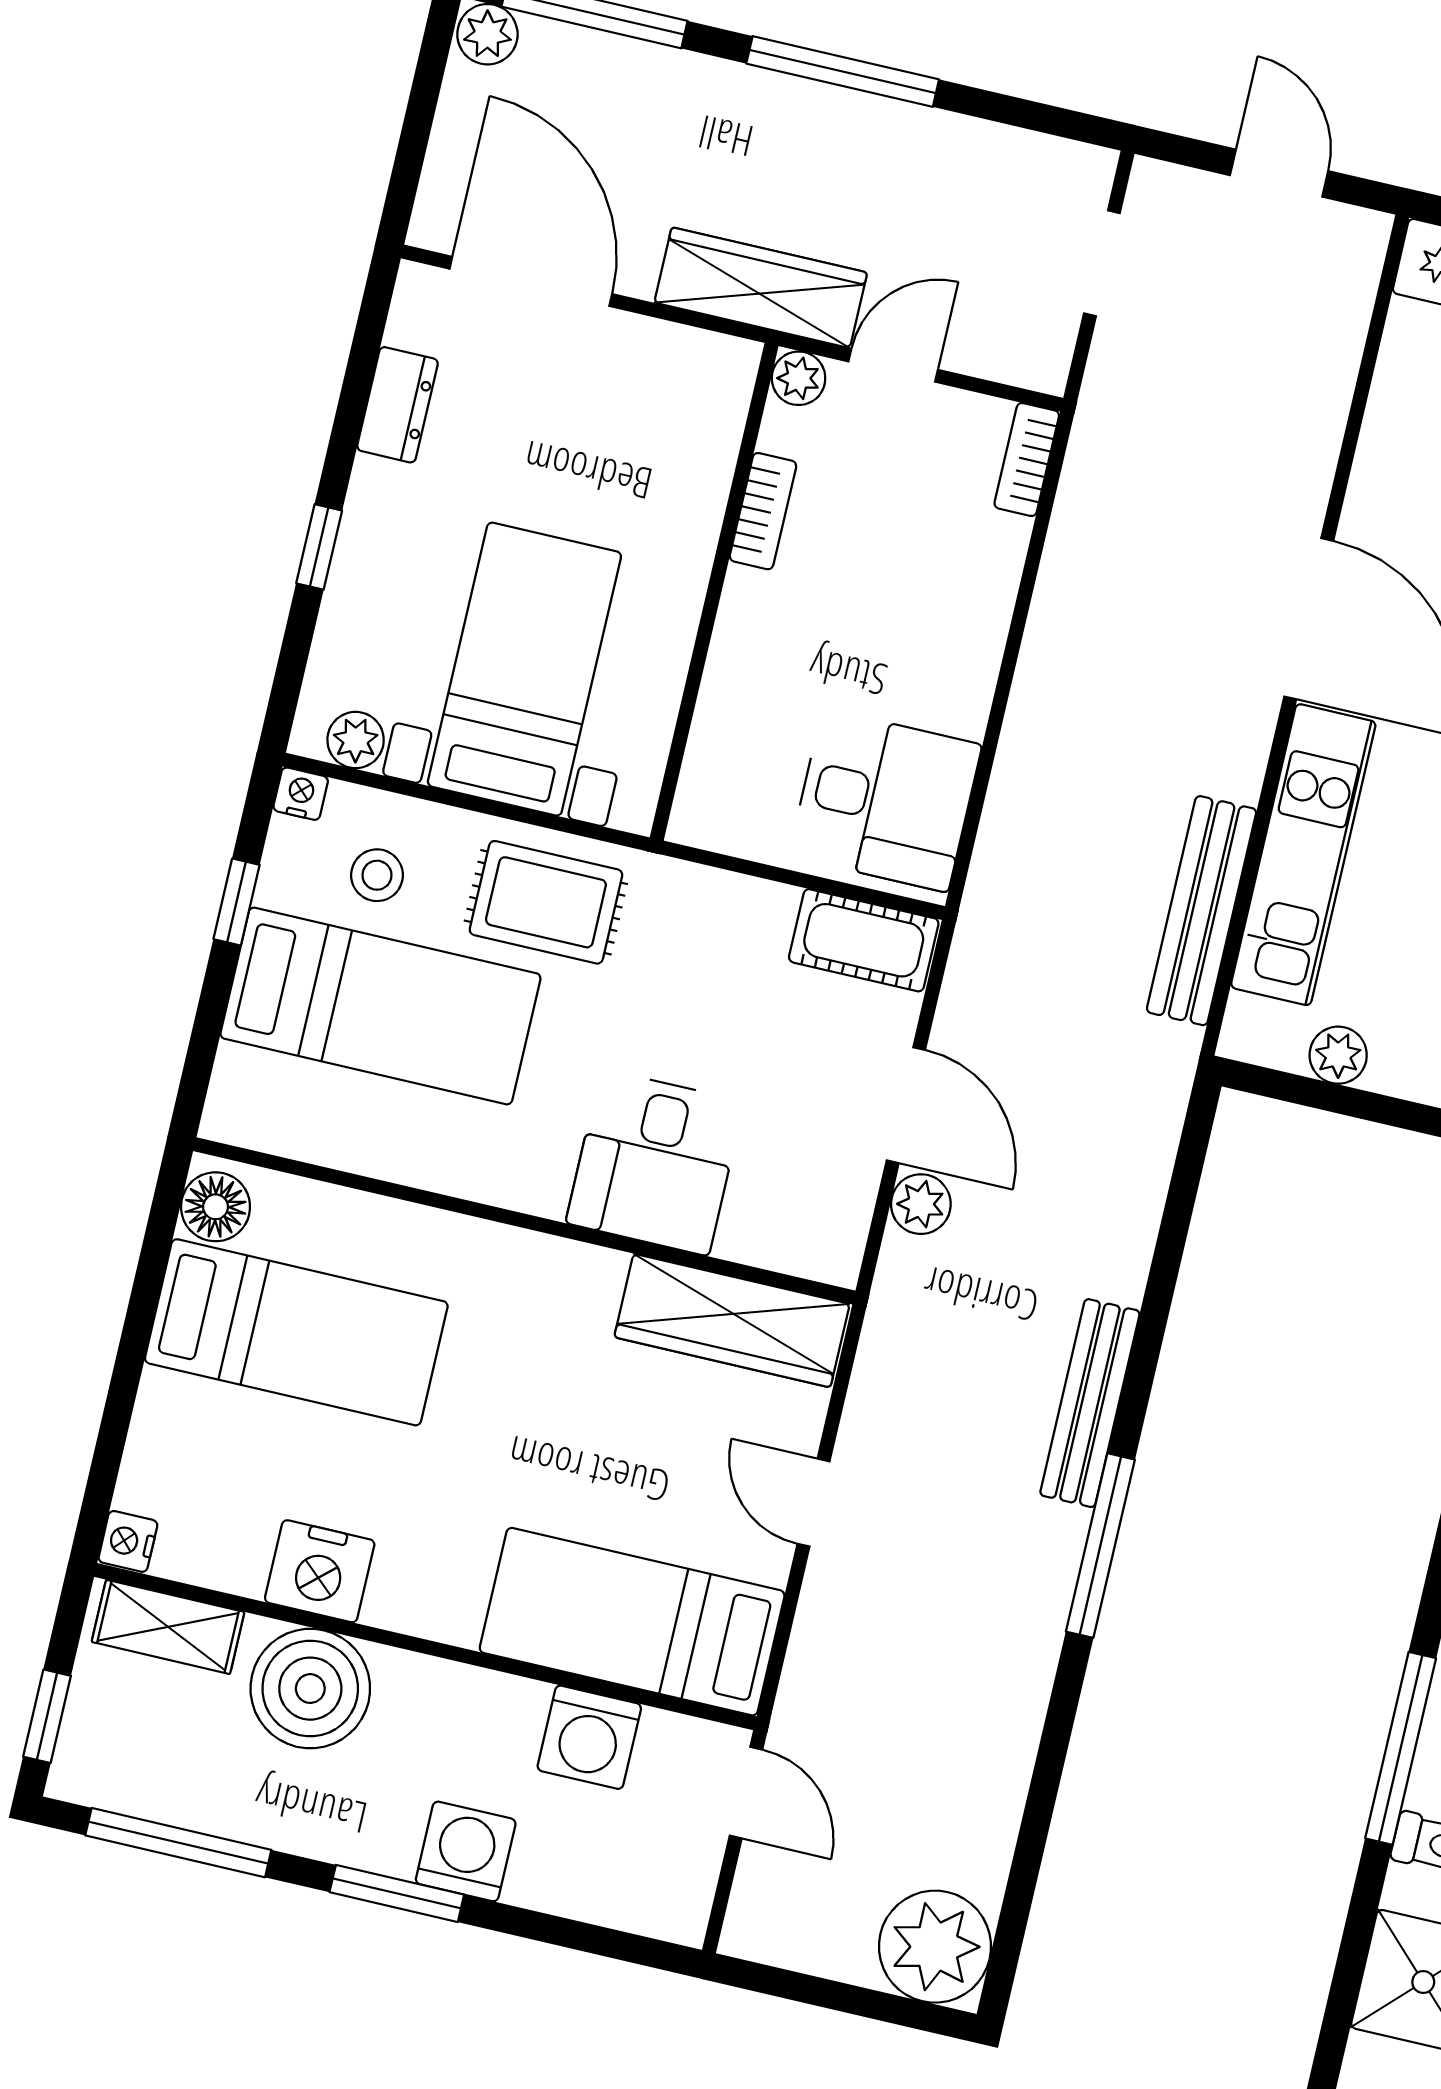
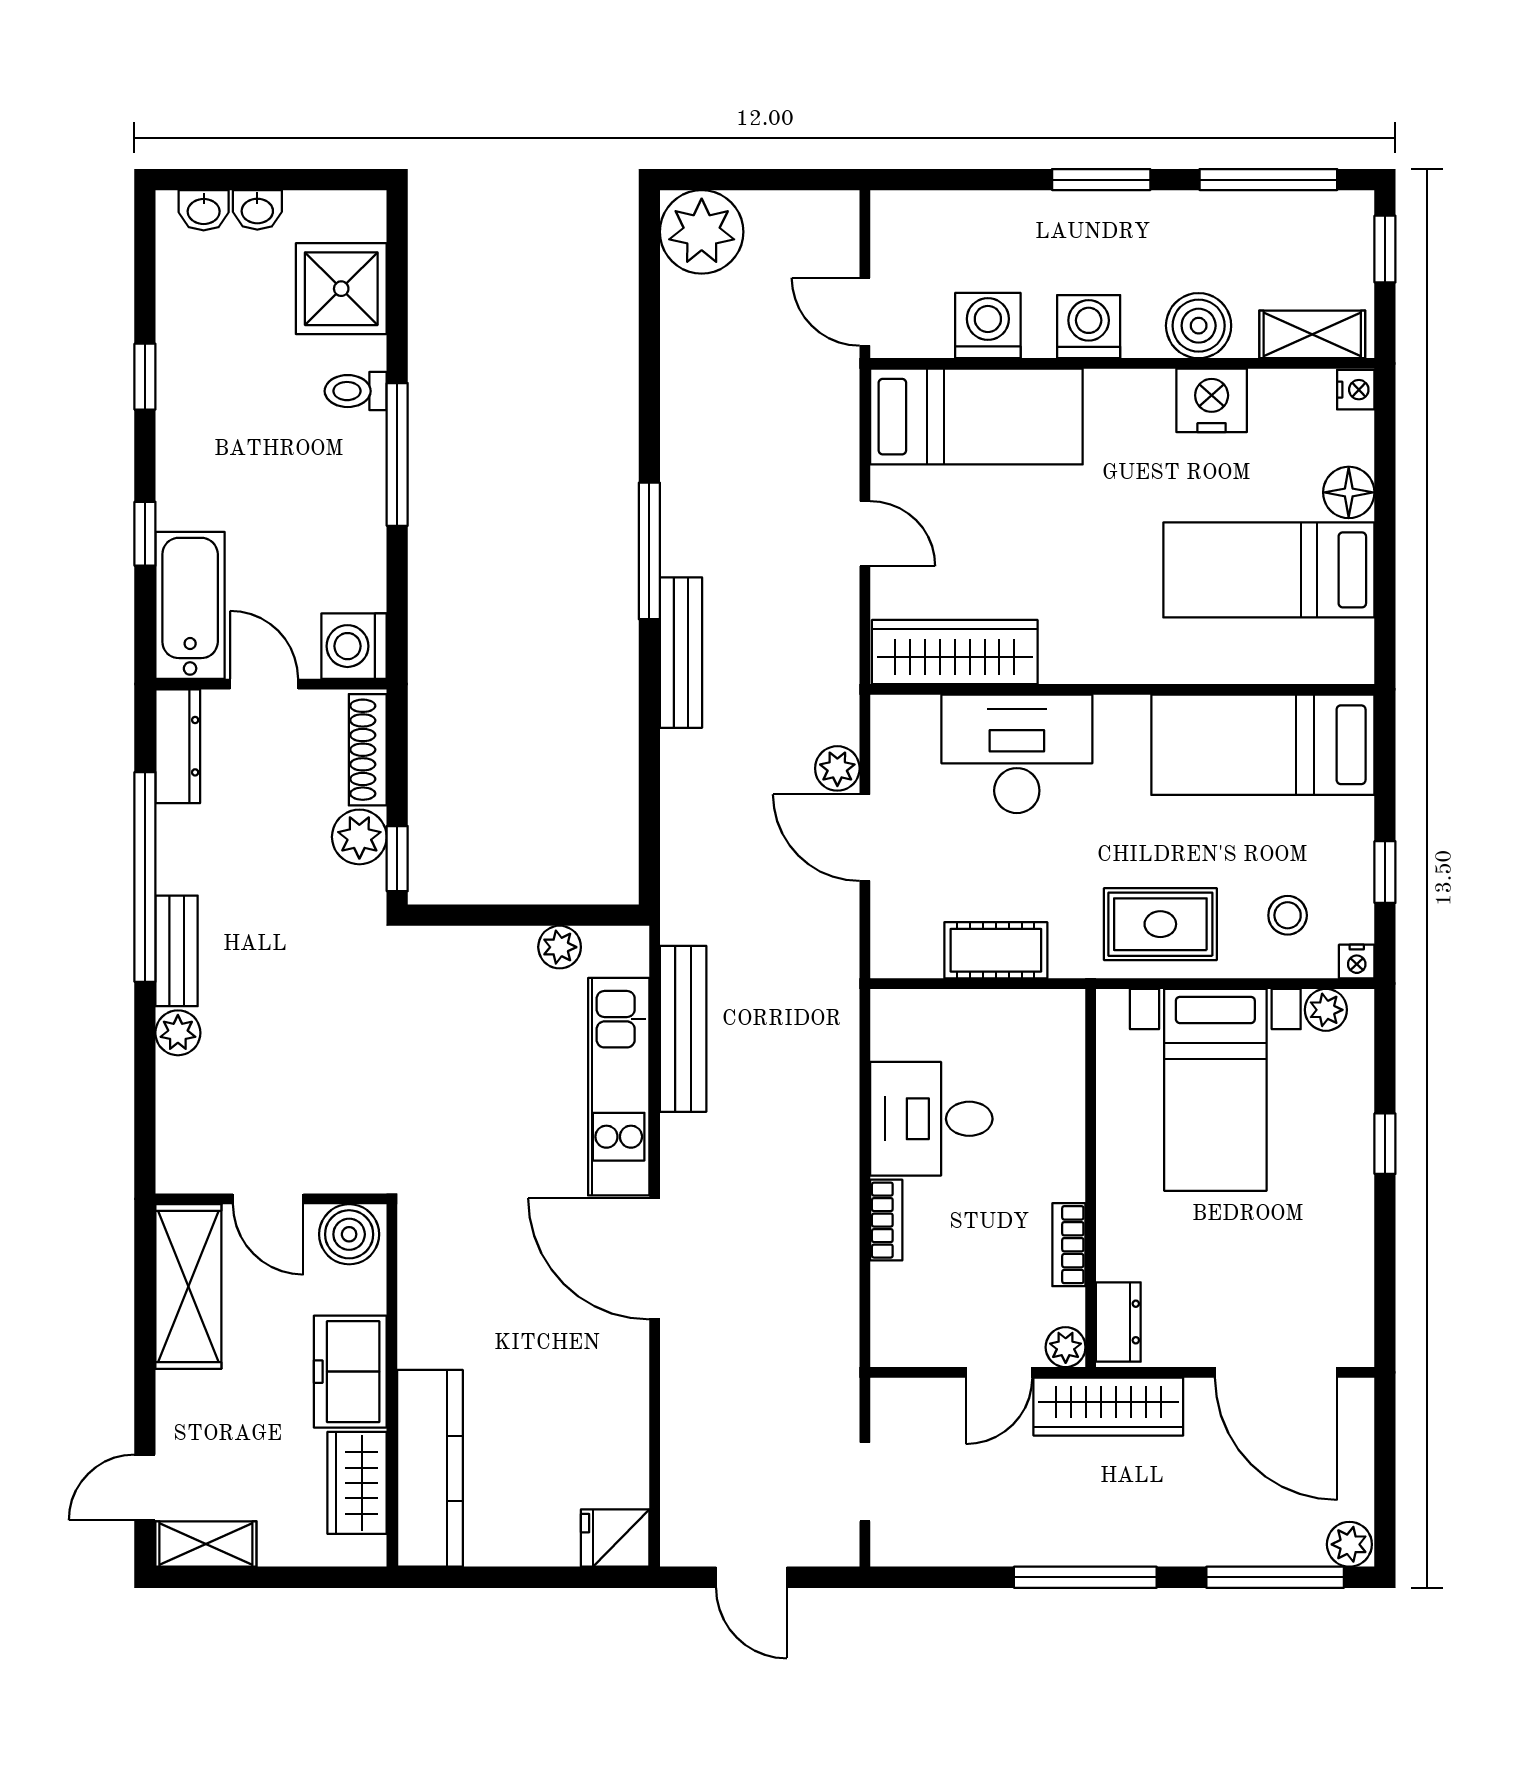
dresser: (398, 405) -> (1118, 1322), moved, turned 180
bookcase: (1027, 459) -> (886, 1220), moved
desk: (885, 800) -> (931, 1119), moved
cot: (864, 940) -> (996, 950), moved
bed: (380, 1006) -> (1263, 745), moved
desk: (655, 1162) -> (1017, 754), width x1.37
floor lamp: (216, 1207) -> (1349, 492), moved
boiler: (310, 1689) -> (1199, 326), width x0.73, depth x0.73
washing machine: (466, 1851) -> (1089, 327), moved, turned 180

